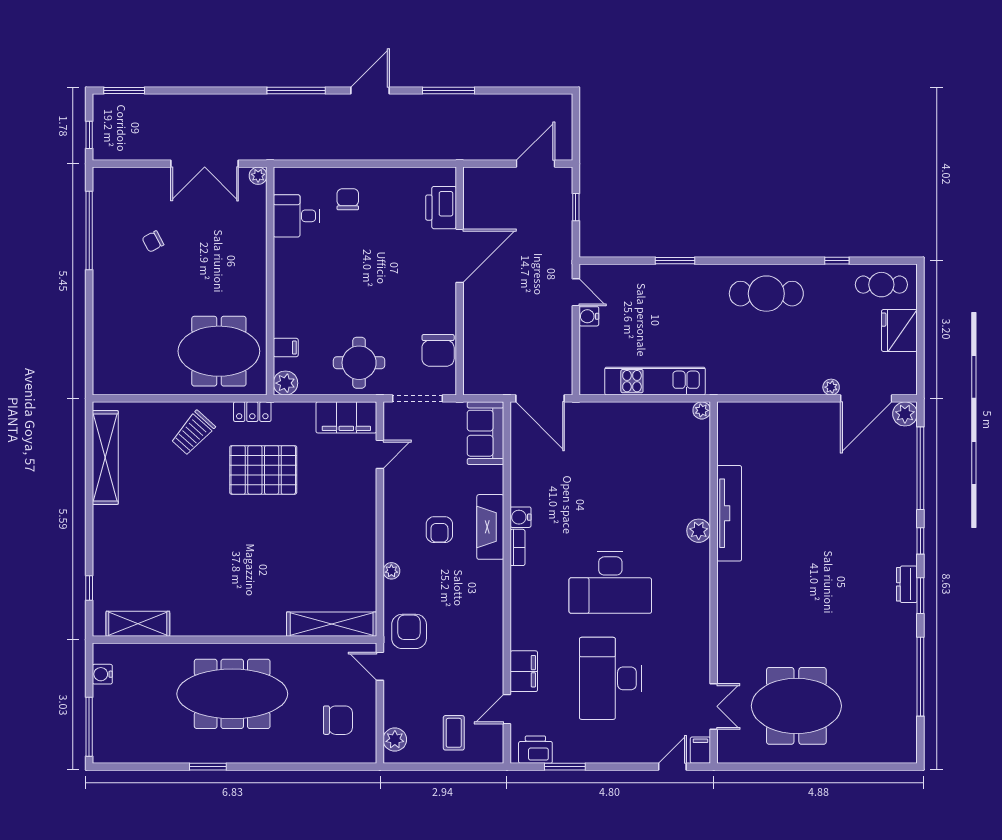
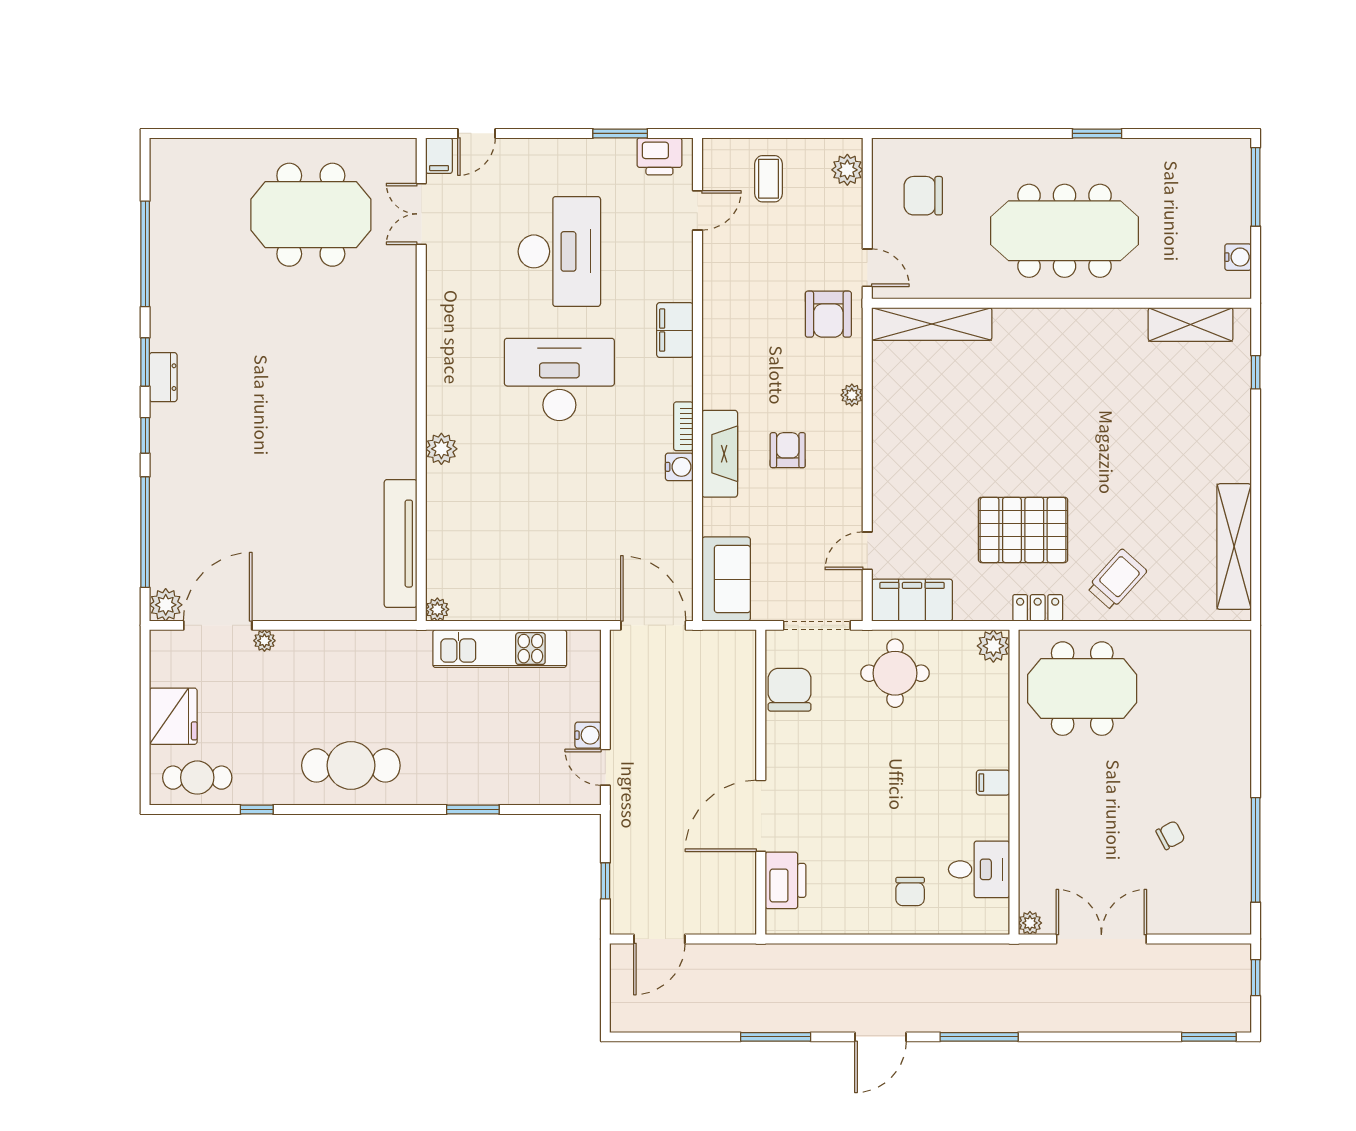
filing cabinet: (286, 348) -> (993, 783), moved
tv unit: (729, 513) -> (401, 544), moved
filing cabinet: (524, 671) -> (675, 330), moved

